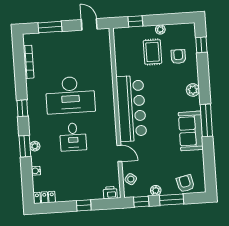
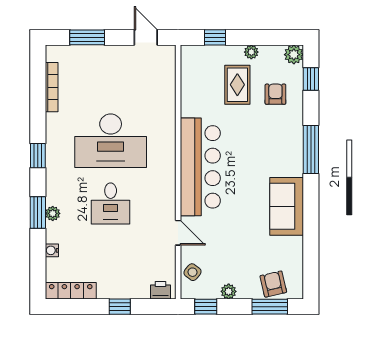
plant: (193, 90) -> (294, 55), moved
window: (206, 120) -> (311, 149), moved
locker: (44, 197) -> (71, 291), width x1.53
window: (172, 200) -> (270, 307), moved

